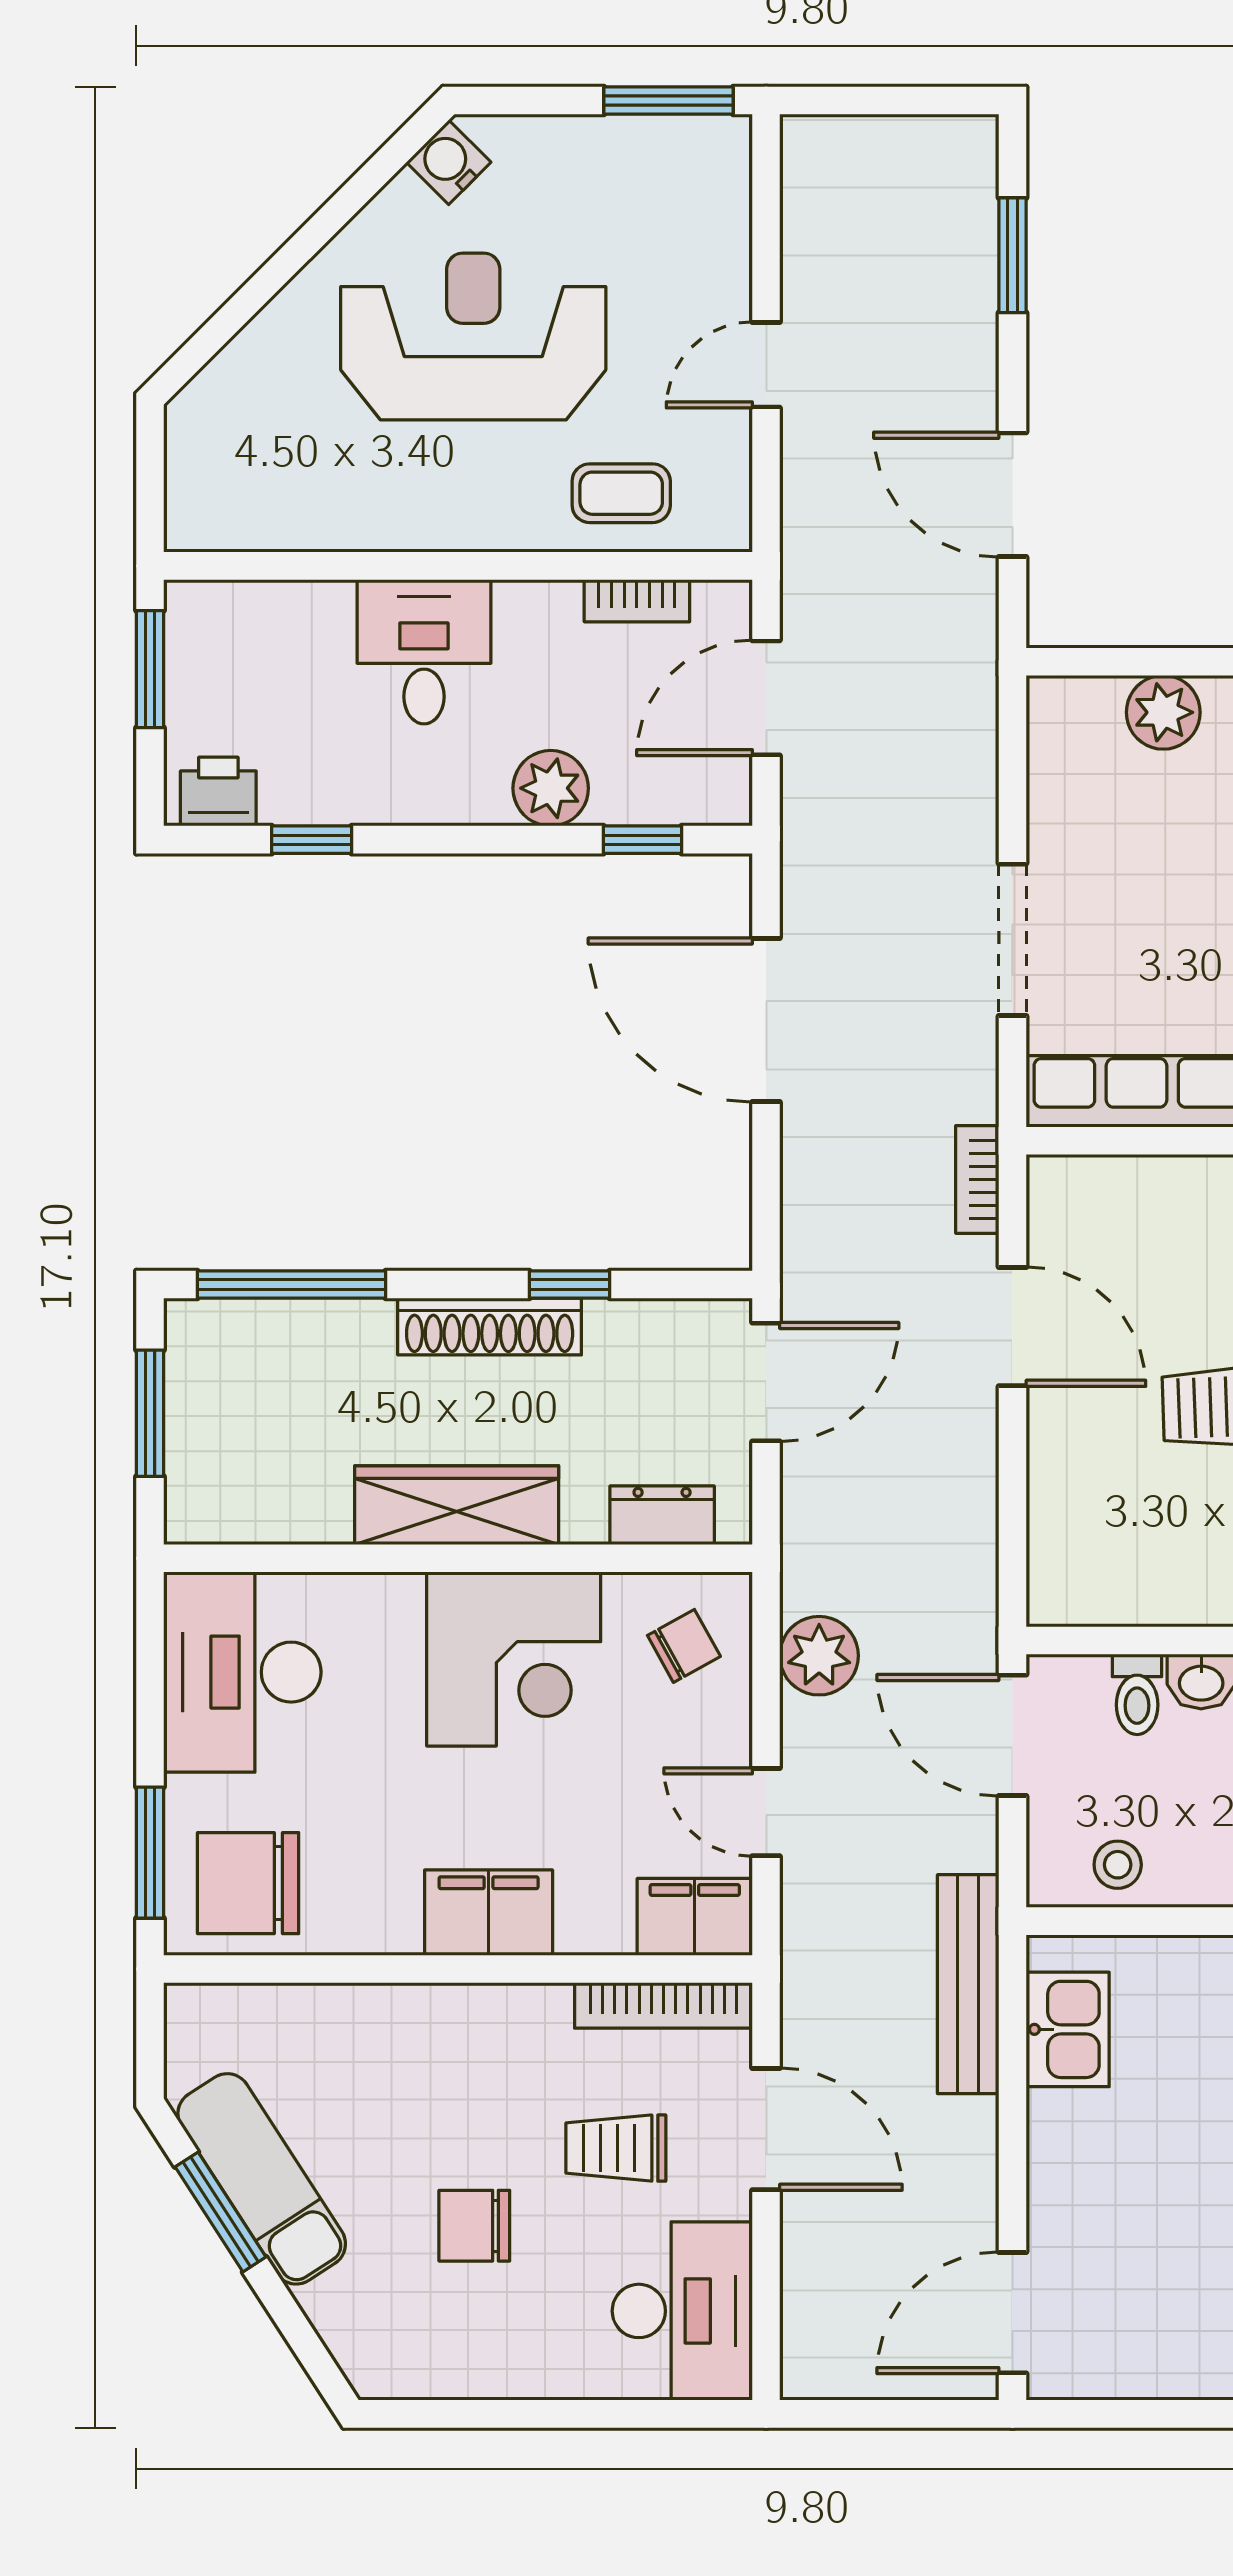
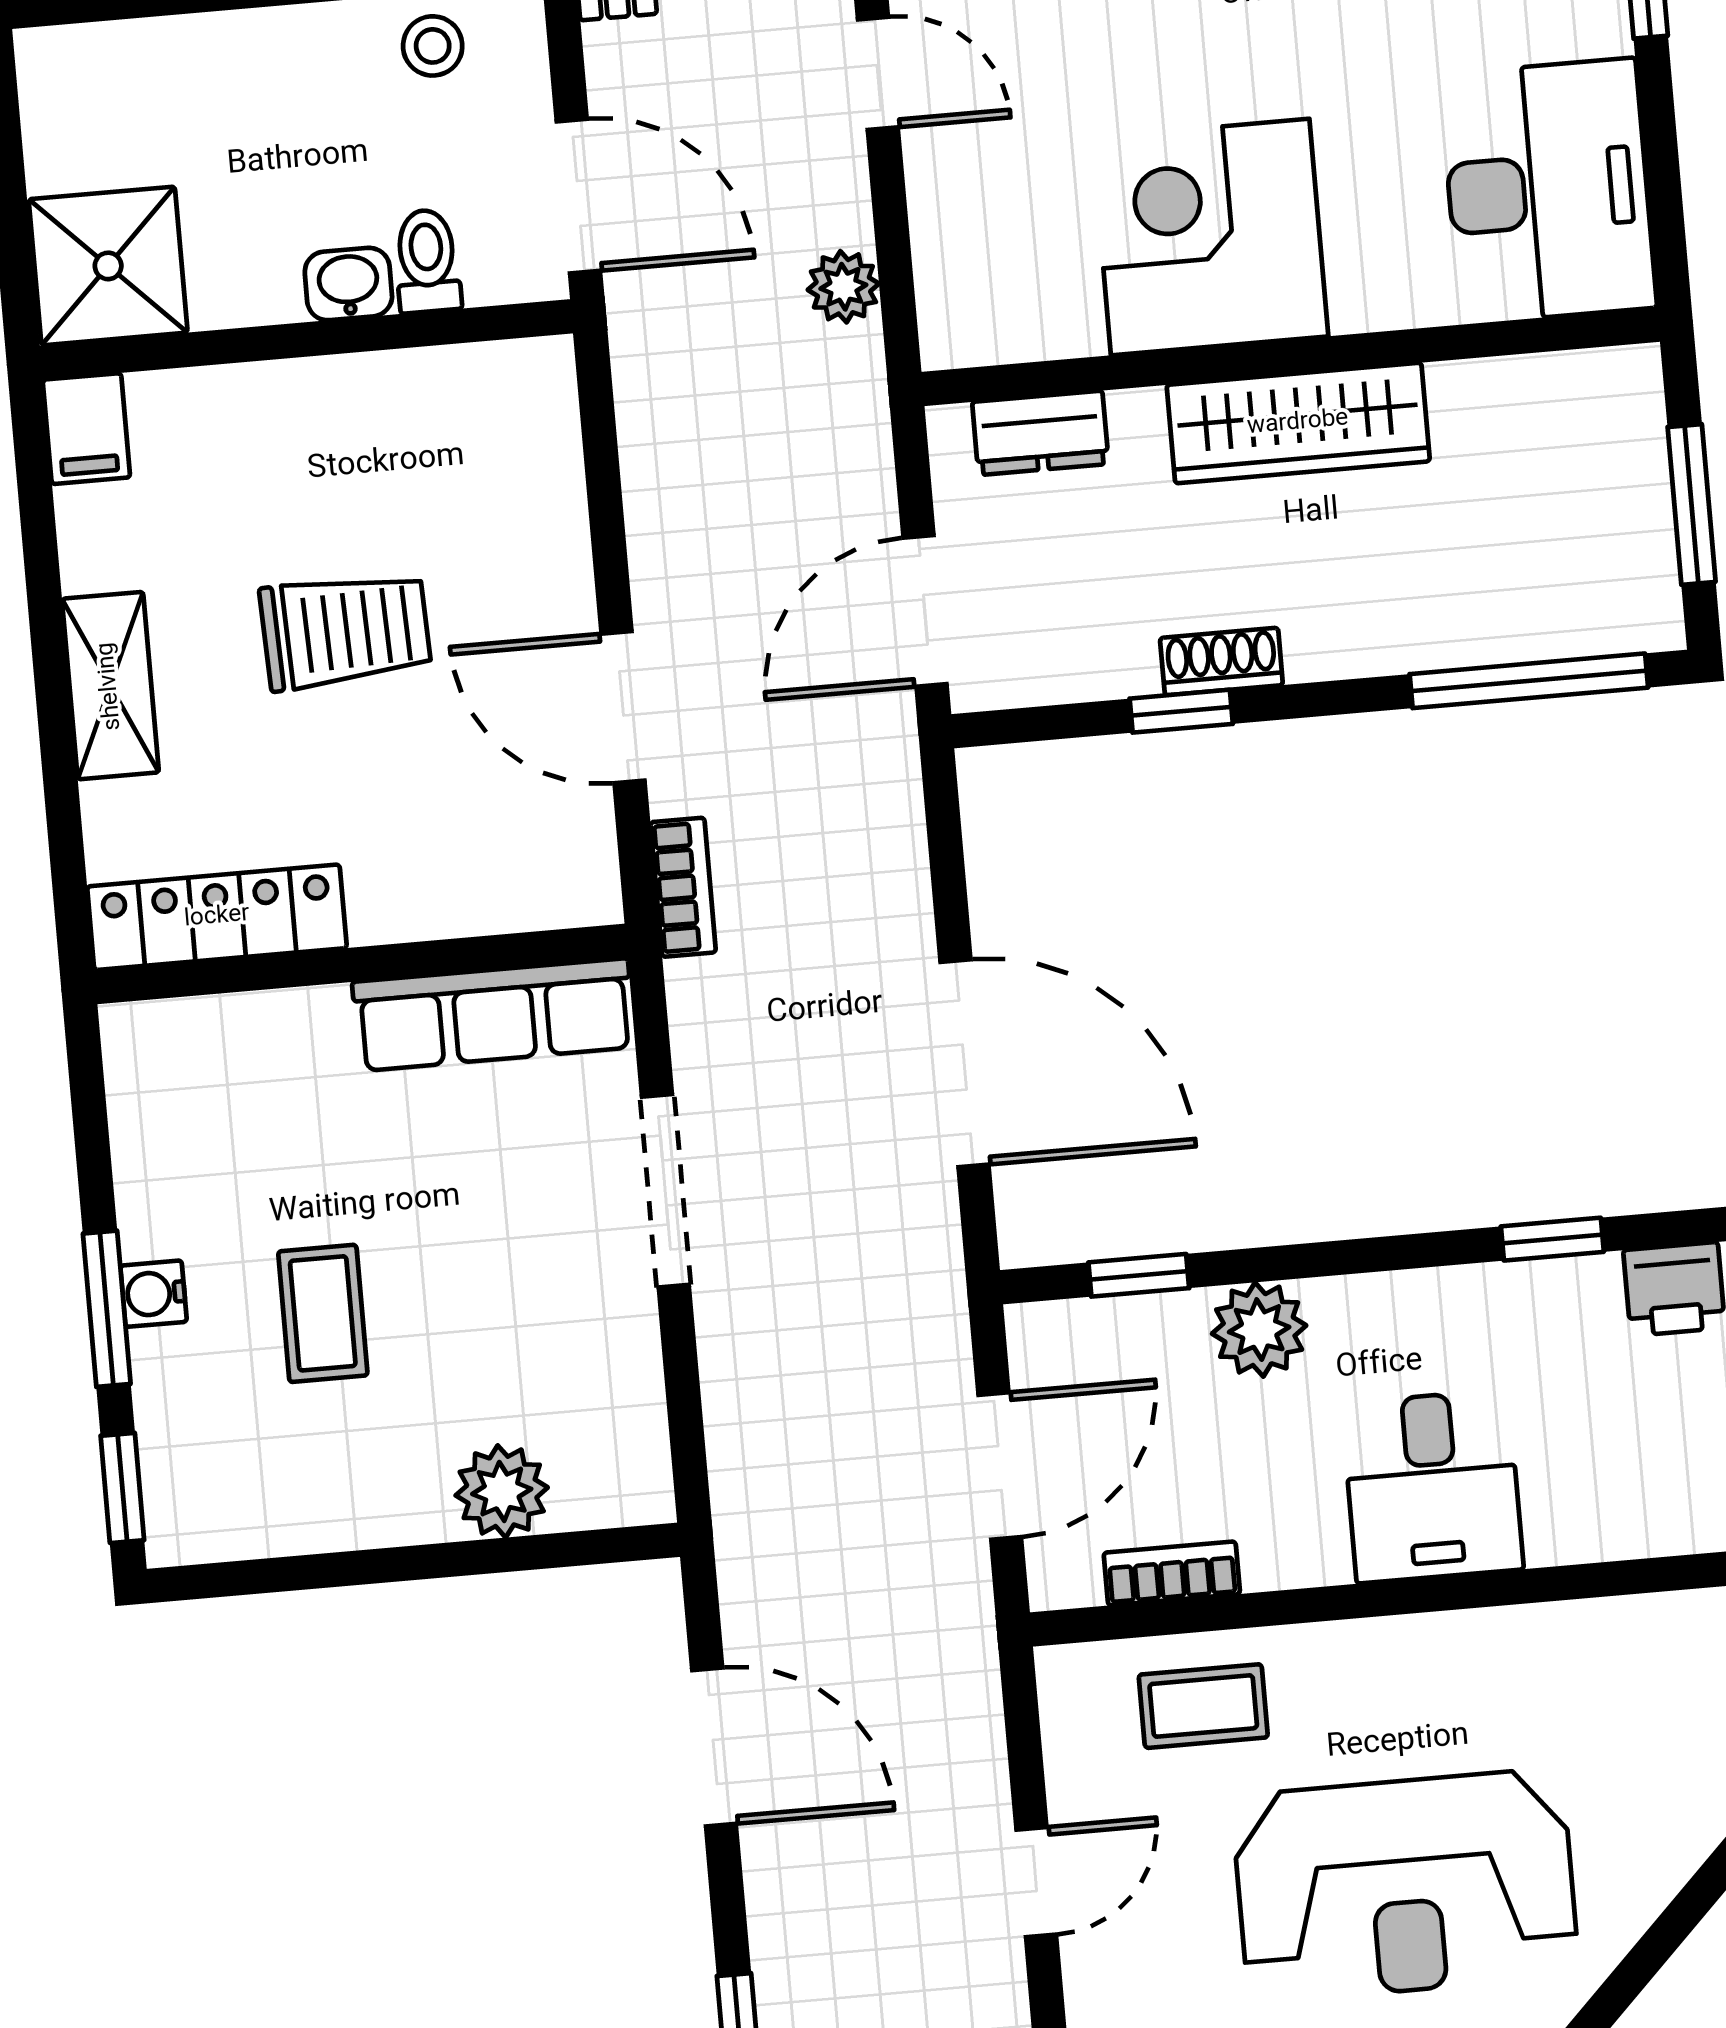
shoe rack: (490, 1327) -> (1221, 662), width x0.51, depth x0.81
chair: (684, 1646) -> (999, 272), removed
plant: (819, 1656) -> (843, 287), width x0.73, depth x0.73

